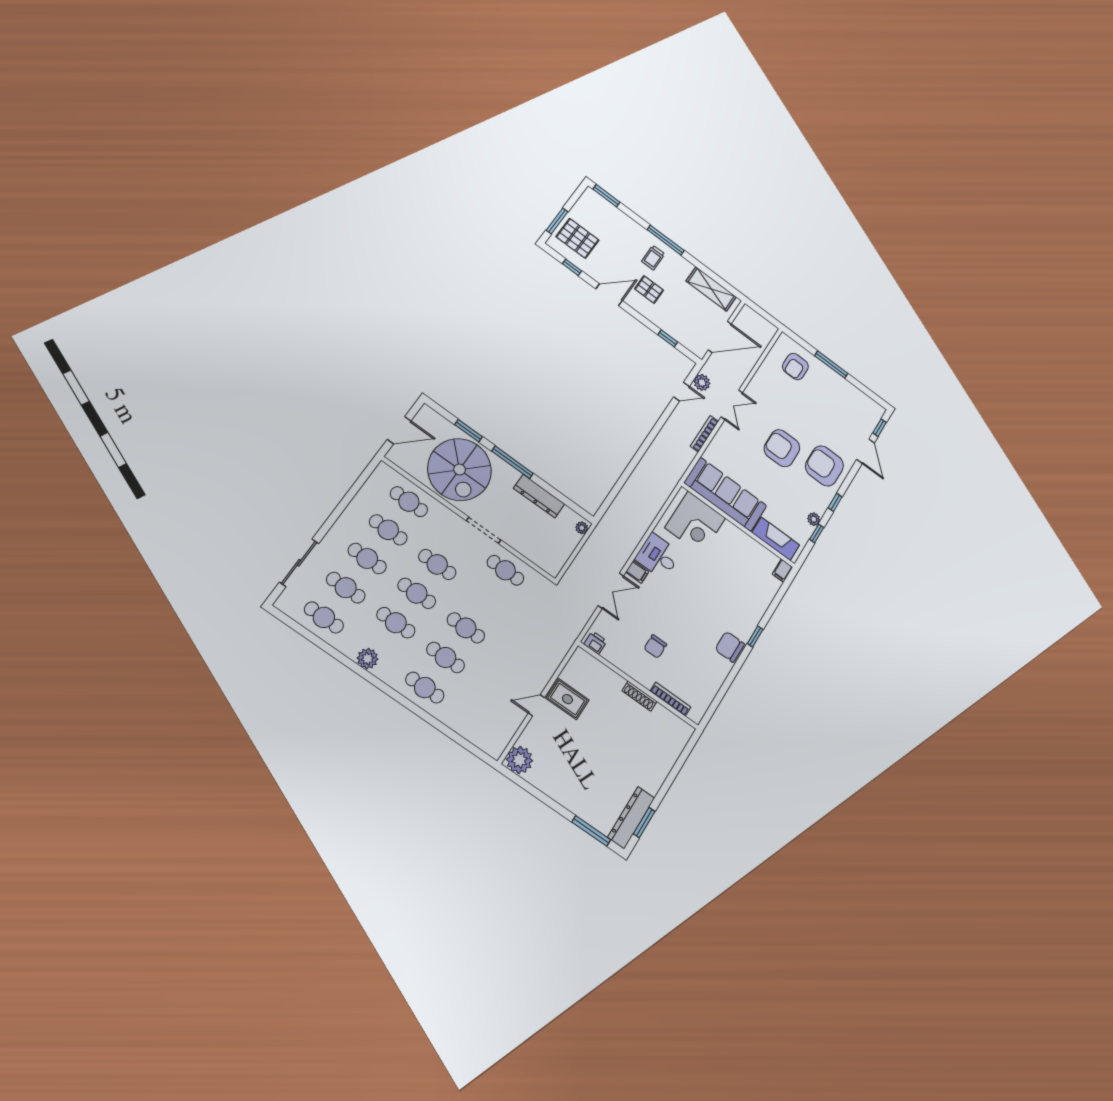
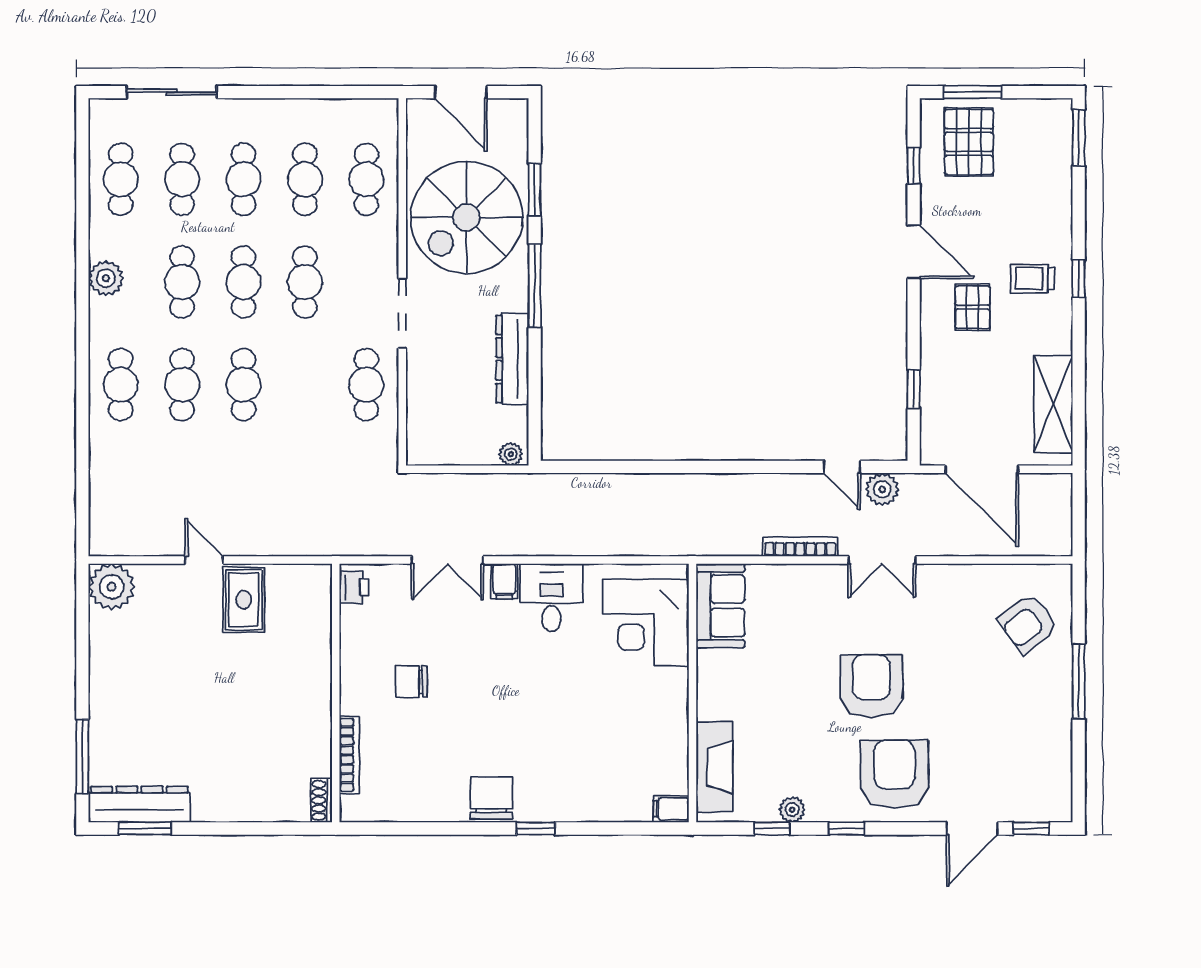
window: (666, 240) -> (1079, 279), width x0.46
armchair: (795, 366) -> (1028, 623), turned -37
sofa: (725, 494) -> (720, 606), width x0.54, depth x0.79
shoe rack: (639, 696) -> (321, 800), moved, width x0.70

